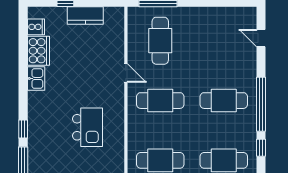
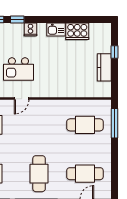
cooker: (36, 27) -> (30, 29), moved
door: (126, 73) -> (22, 99), moved
cafe table: (160, 101) -> (85, 174), moved, turned 90

